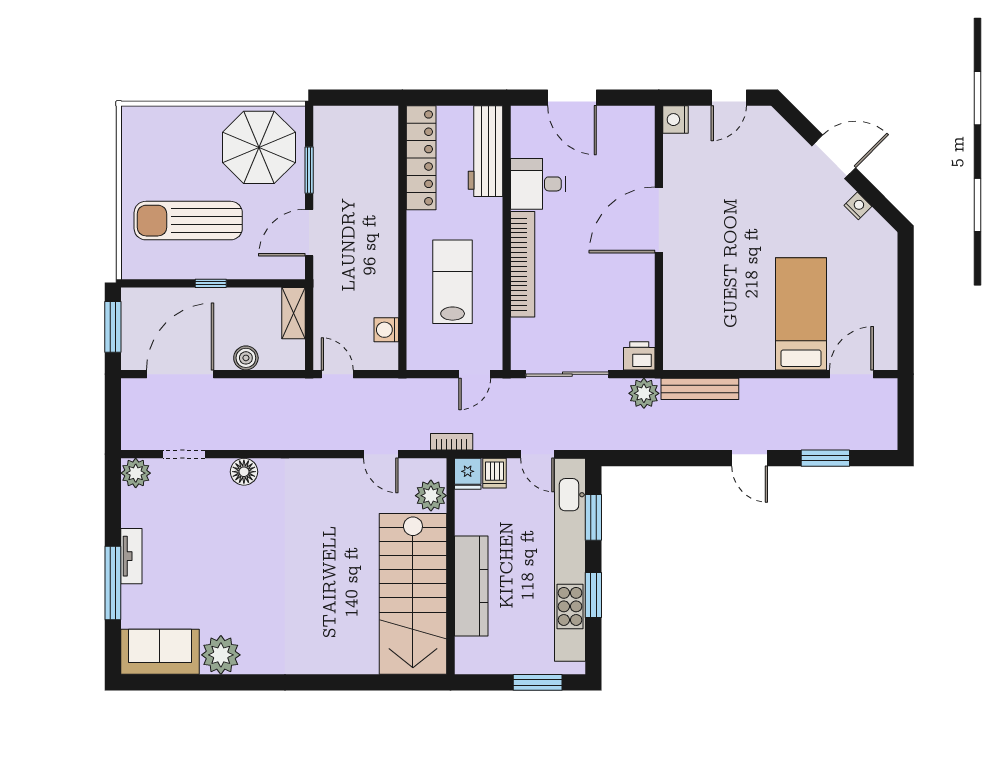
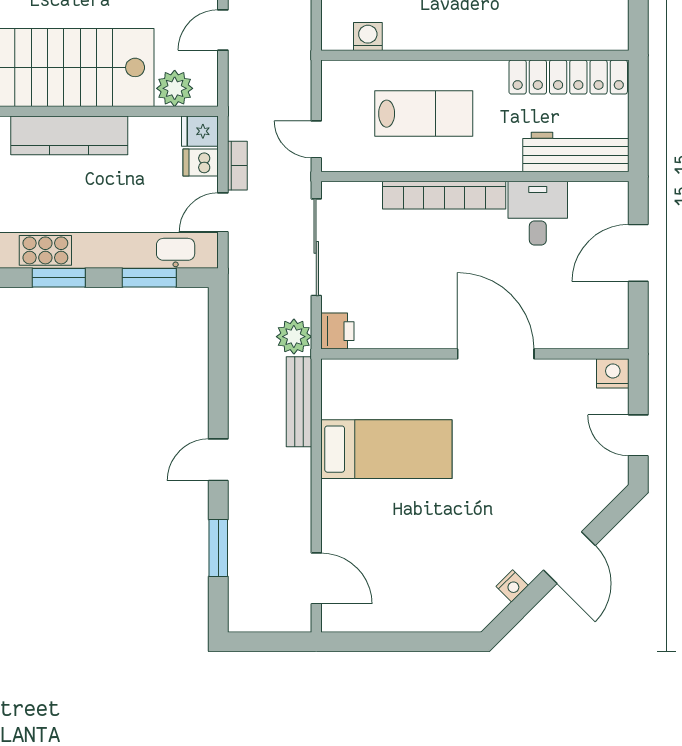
bed: (801, 314) -> (386, 449), moved
bookcase: (452, 442) -> (237, 166), moved

